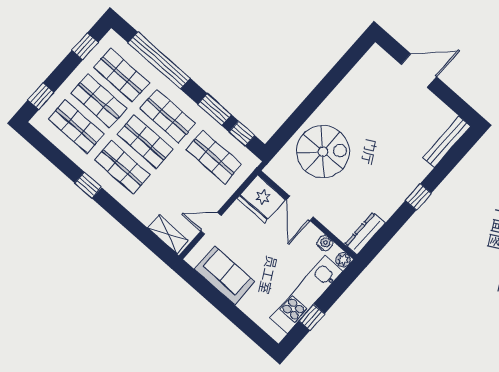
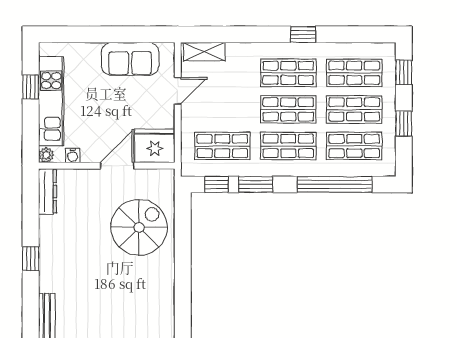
window: (85, 46) -> (404, 124), moved
spiral stairs: (323, 152) -> (139, 227), turned 180
door: (300, 208) -> (117, 166), hinge flipped

